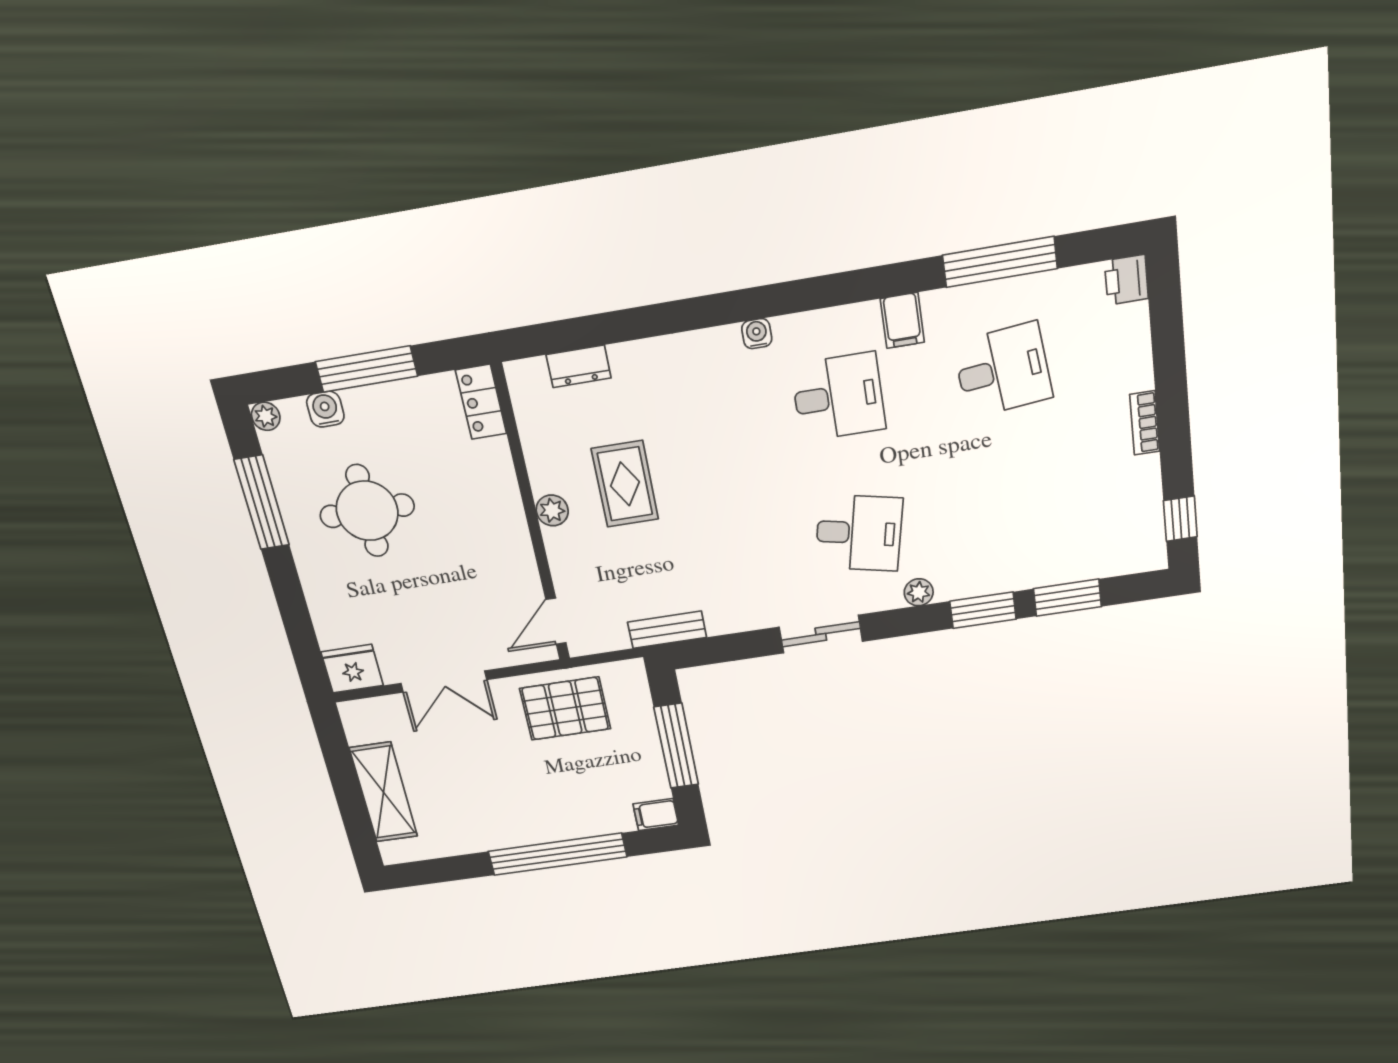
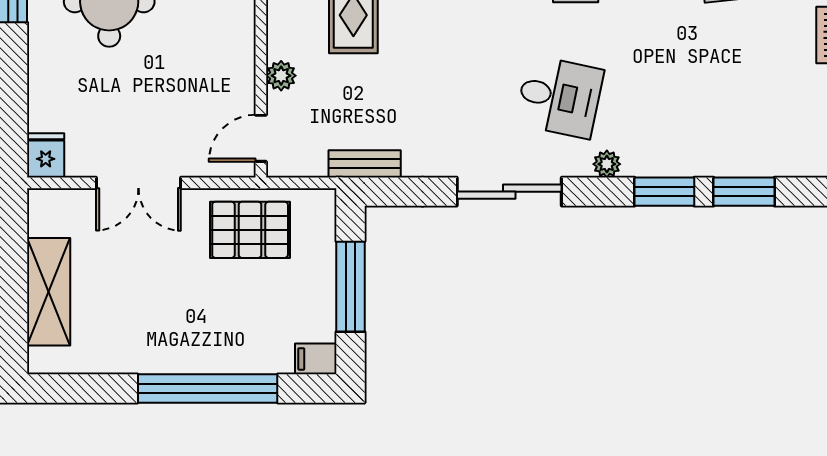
plant: (552, 510) -> (281, 76), moved
sliding door: (821, 634) -> (509, 192), width x1.37
fridge: (352, 669) -> (46, 155), width x0.72

